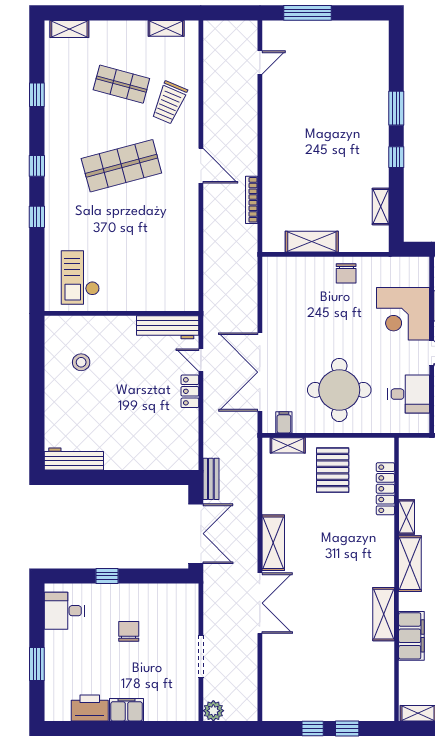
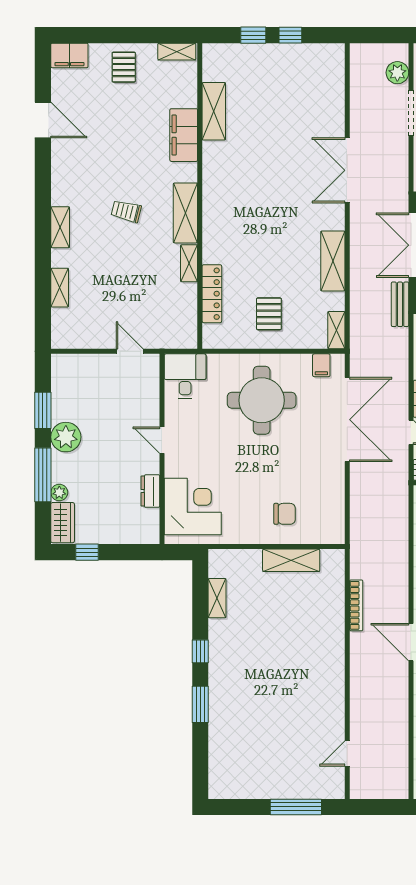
chair: (346, 273) -> (285, 514), moved, turned 90
corner desk: (403, 314) -> (193, 506), moved
desk: (409, 394) -> (185, 376), moved, turned 90
shelving: (288, 445) -> (336, 330), moved, turned 90
pallet: (333, 470) -> (269, 314), width x0.67, depth x0.71
shelving: (273, 543) -> (333, 261), moved
shelving: (384, 614) -> (214, 111), moved
plant: (213, 711) -> (397, 73), moved

